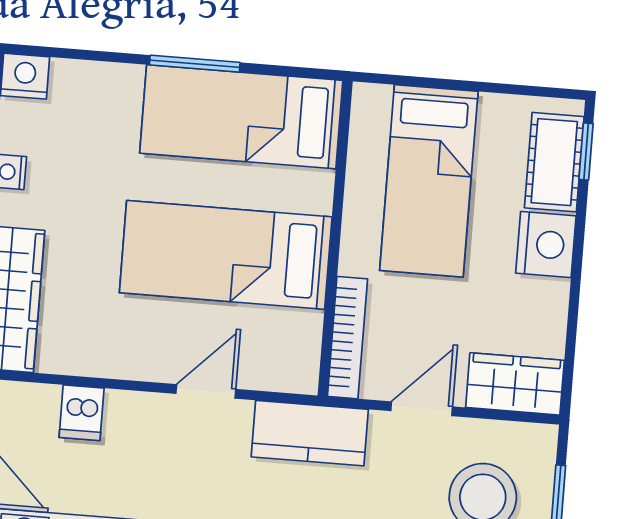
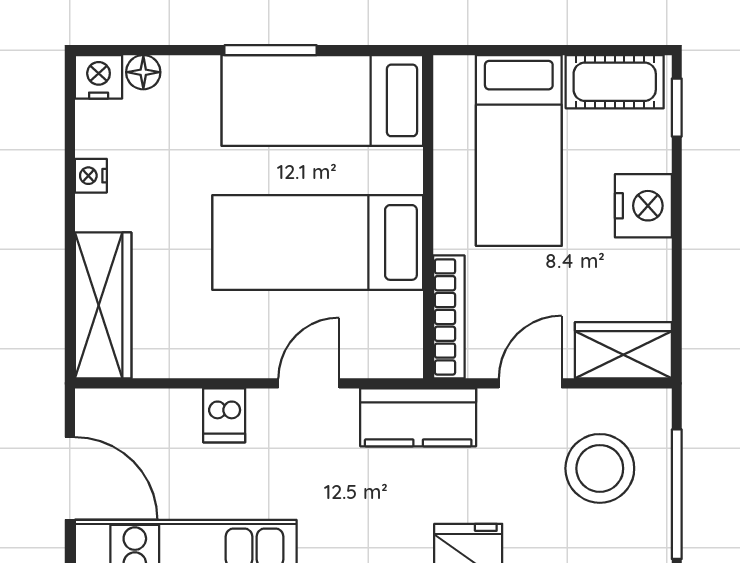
floor lamp: (69, 75) -> (143, 72), added
cot: (554, 162) -> (615, 82), moved, turned 90
dishwasher: (82, 413) -> (224, 415), moved

